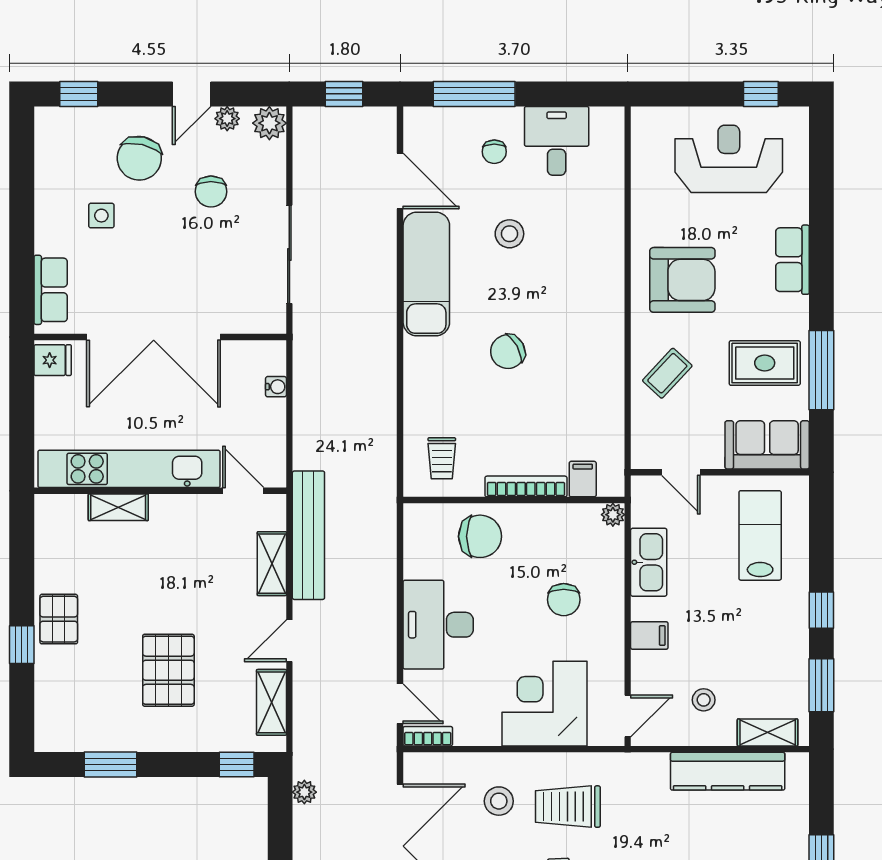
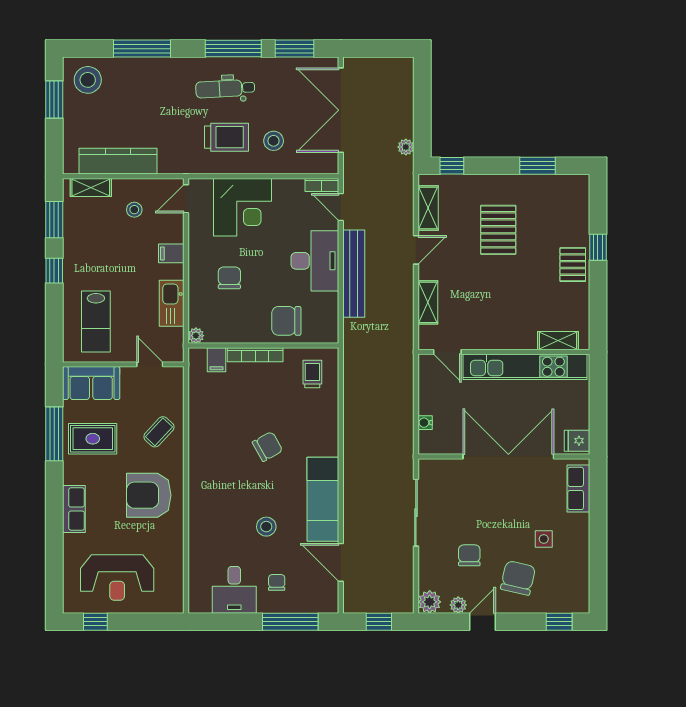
shelving: (118, 507) -> (558, 341), moved
bench: (308, 535) -> (354, 274), moved

